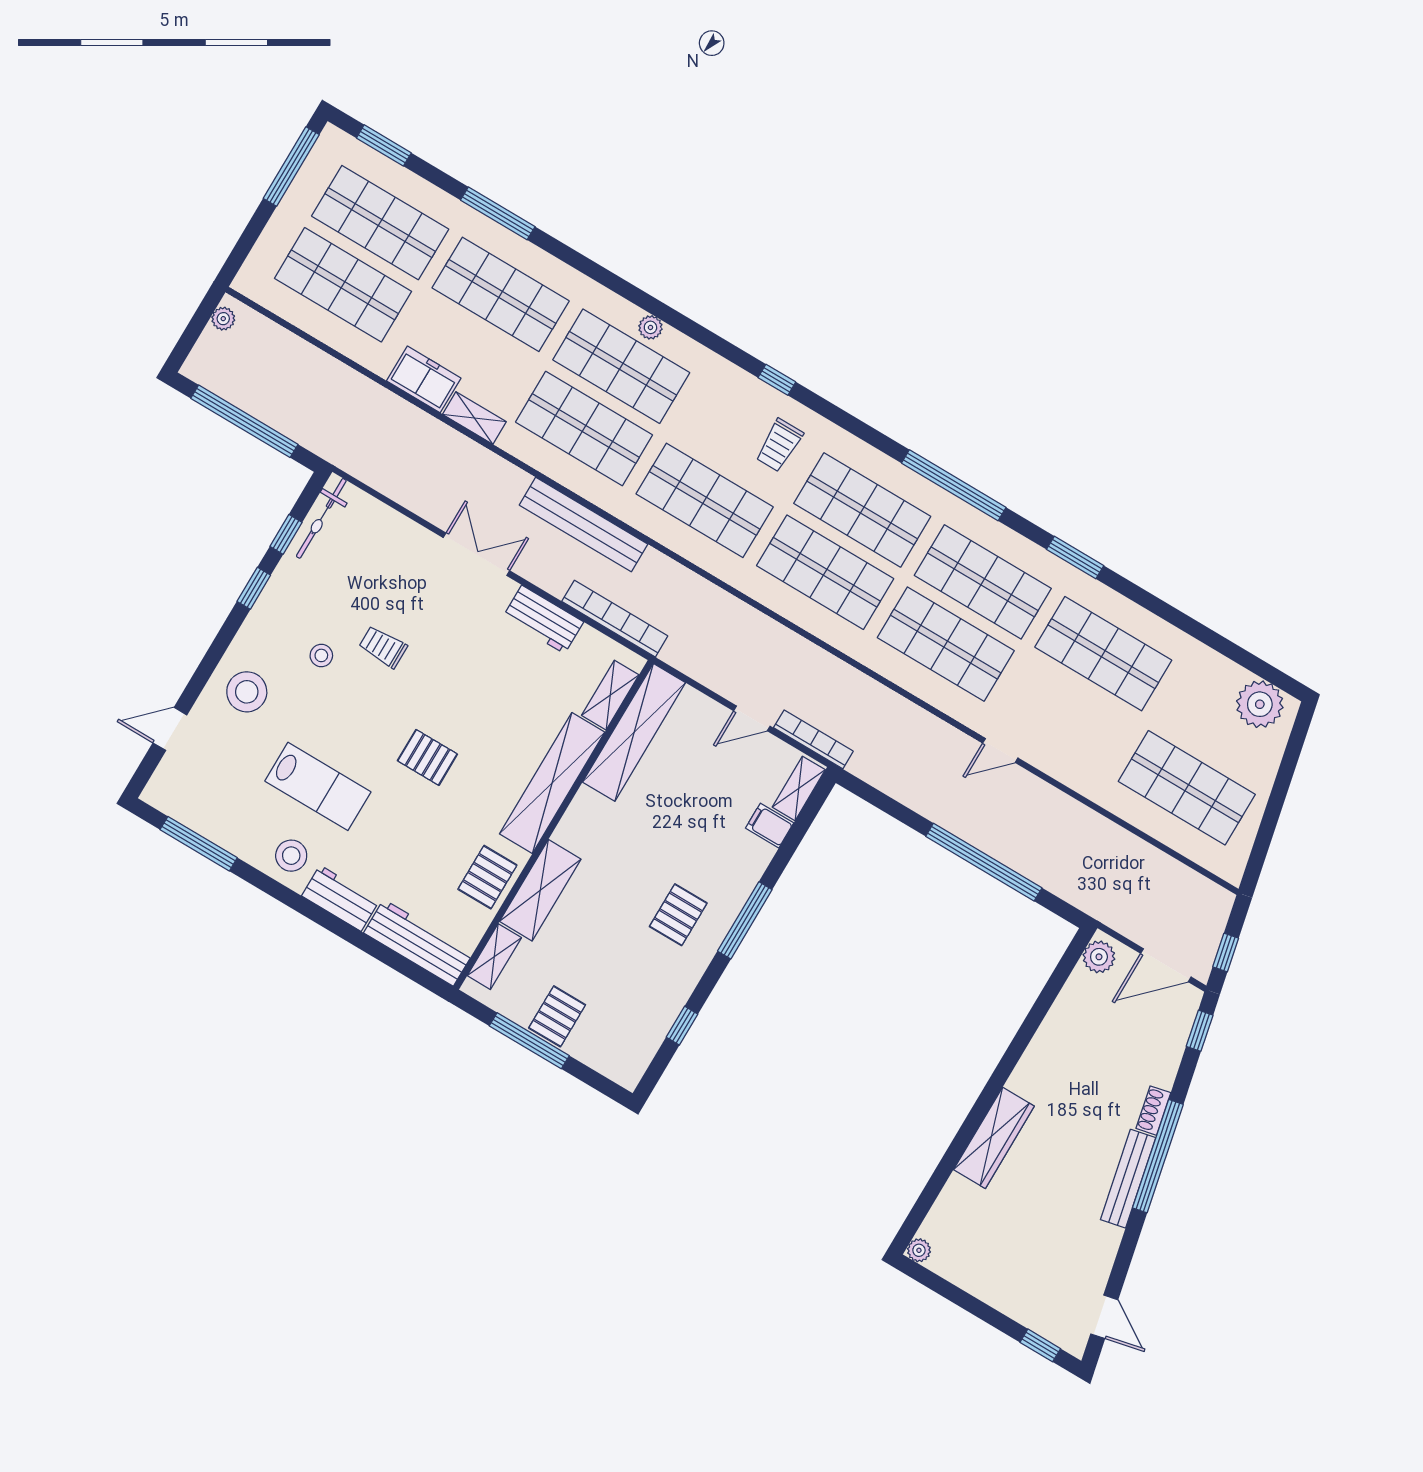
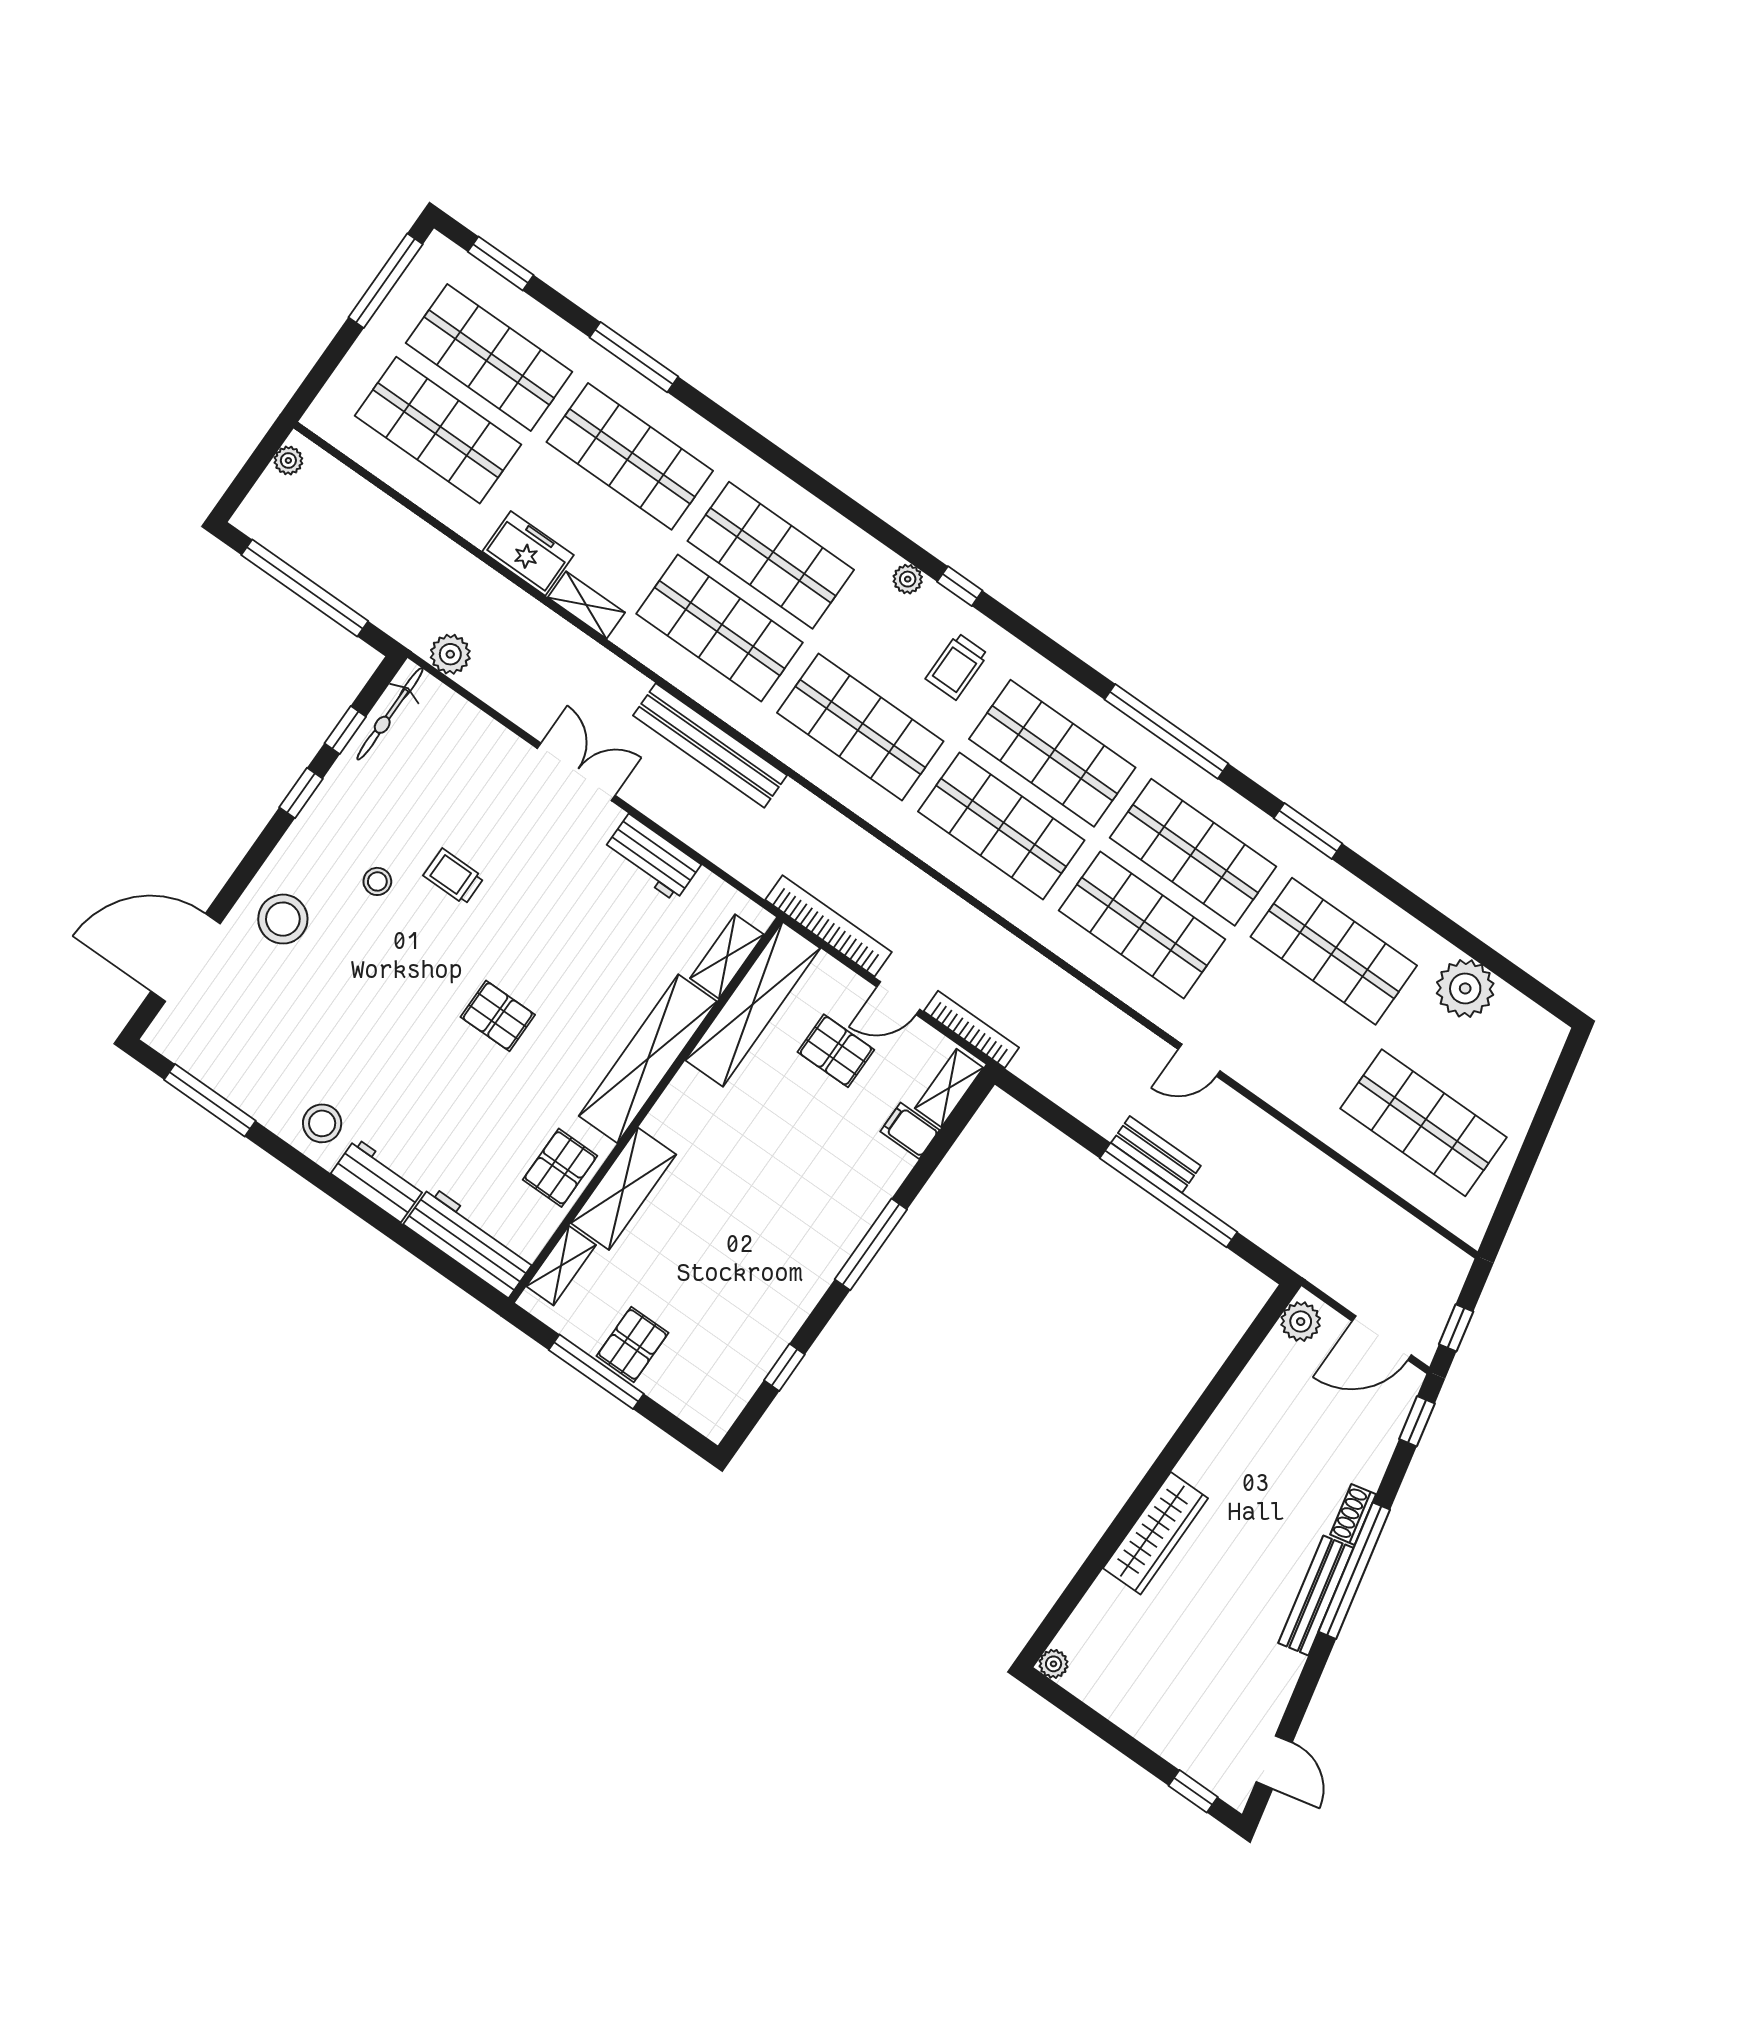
plant: (650, 327) -> (908, 579), moved
plant: (367, 466) -> (450, 654), added
bookcase: (615, 619) -> (828, 926), moved
plant: (1260, 704) -> (1465, 988), moved
door: (170, 729) -> (185, 957), width x1.87
lab bench: (318, 786) -> (361, 1041), removed
bench: (971, 830) -> (1156, 1154), added
pallet: (678, 915) -> (836, 1051), moved, turned 90

